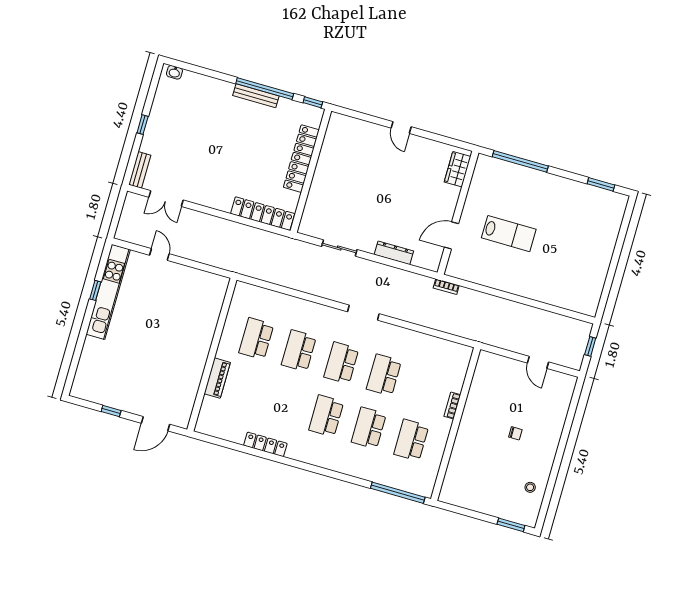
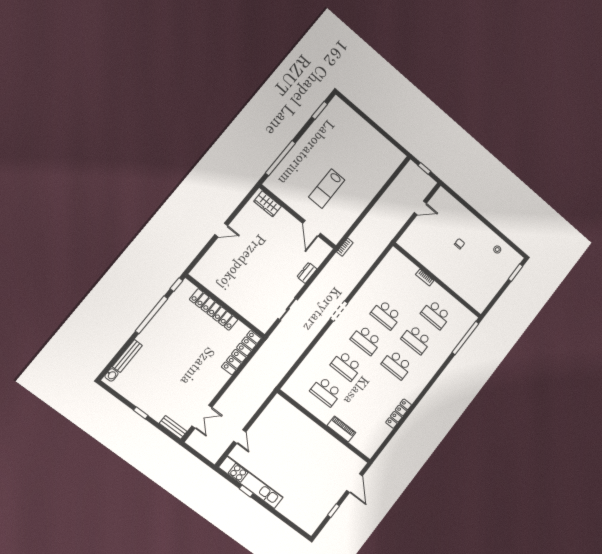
bench: (256, 96) -> (127, 356), moved
lab bench: (509, 234) -> (327, 189), turned 180
dresser: (394, 253) -> (307, 273), width x0.70
door: (159, 255) -> (240, 436), swing flipped

